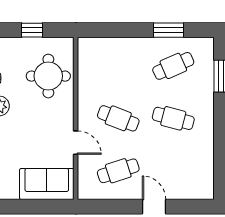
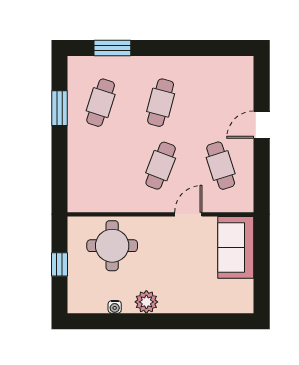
cafe table: (173, 66) -> (101, 103), turned 42

